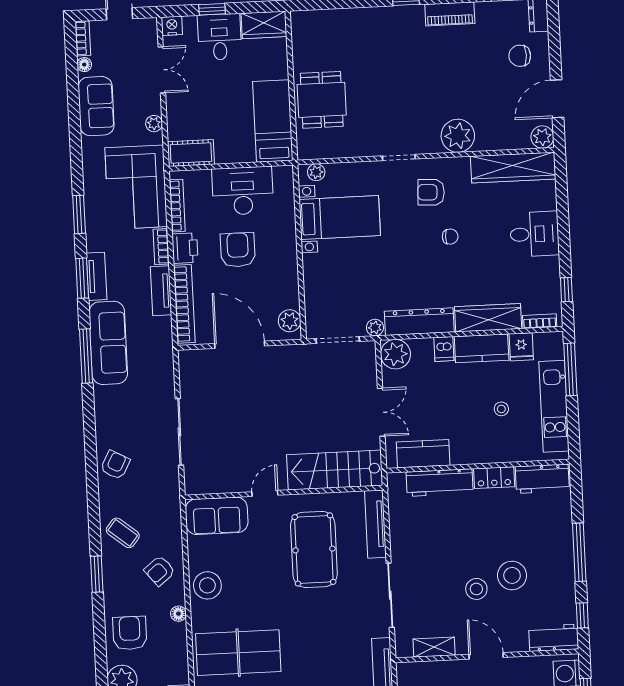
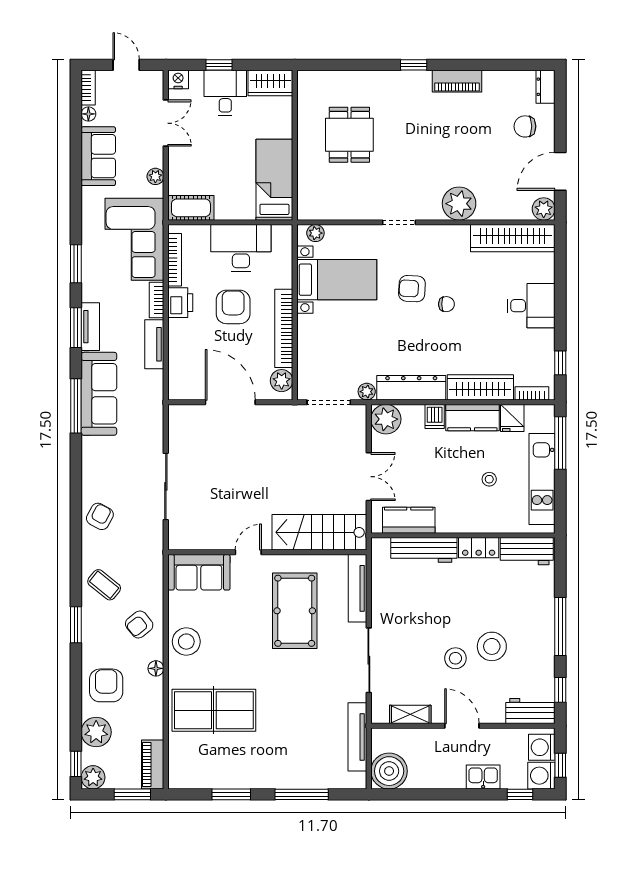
dining table: (322, 100) -> (349, 135), moved
armchair: (431, 192) -> (412, 289), moved
bookcase: (184, 304) -> (284, 328), moved, turned 180

